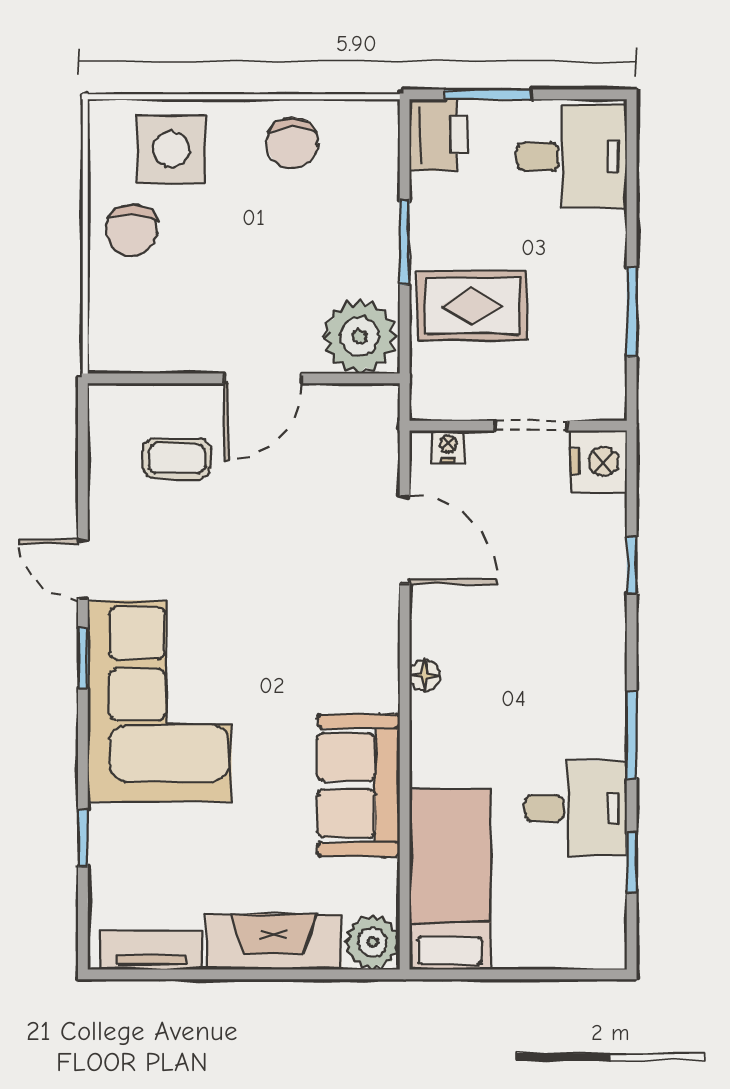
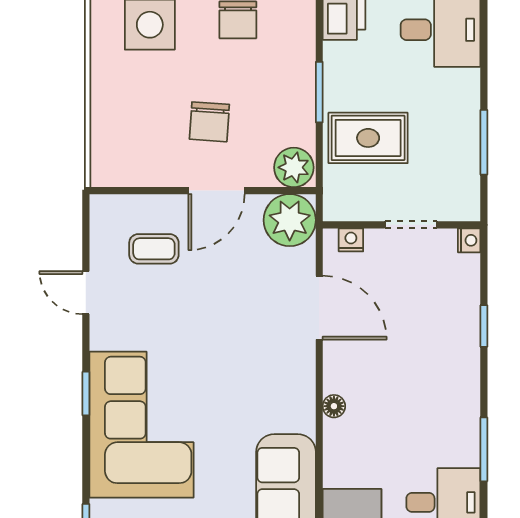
chair: (132, 230) -> (209, 122), moved
plant: (360, 336) -> (294, 167), width x0.73, depth x0.73
plant: (364, 419) -> (290, 220), added
nightstand: (599, 462) -> (469, 240), width x0.53, depth x0.56
door: (83, 569) -> (86, 293), moved

